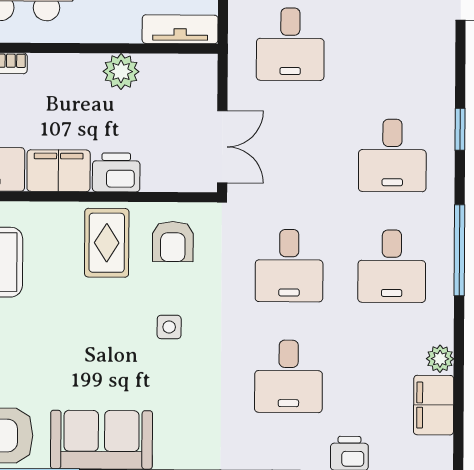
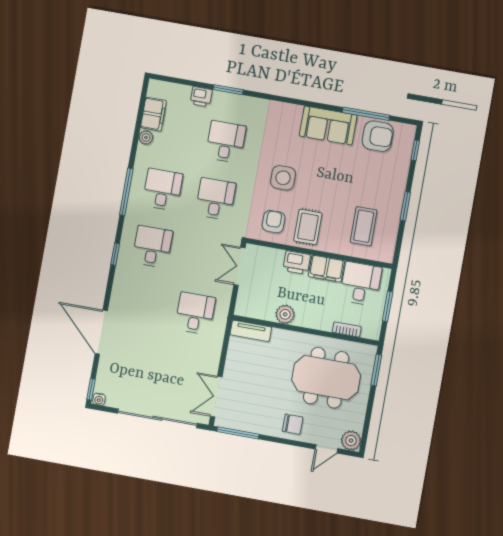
side table: (169, 327) -> (283, 178), width x1.87, depth x1.87

